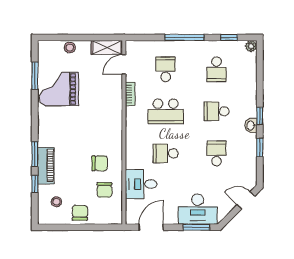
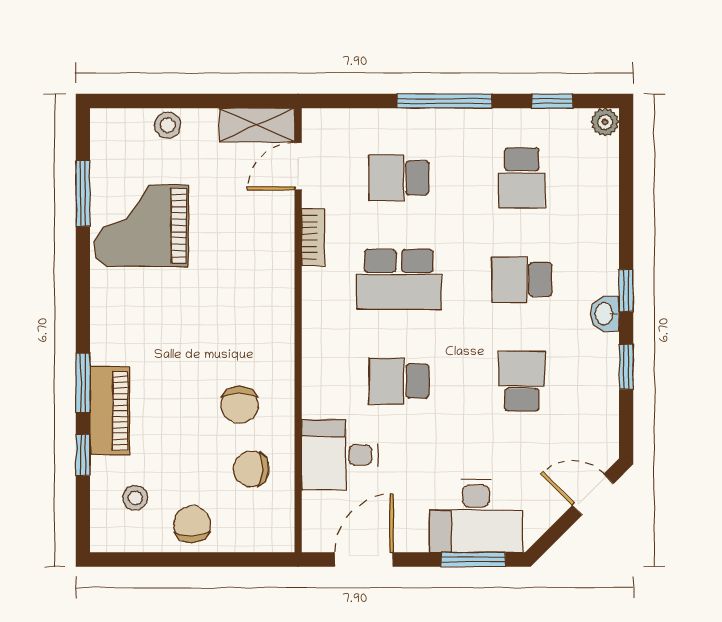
school desk: (166, 69) -> (399, 178), turned -90
chair: (100, 163) -> (240, 405), turned 90
chair: (104, 190) -> (251, 469), turned 94

